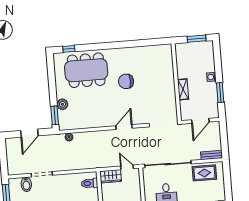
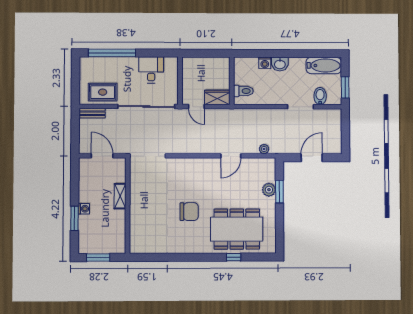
window: (69, 49) -> (234, 257), moved
window: (220, 93) -> (75, 218), moved
window: (55, 115) -> (279, 192), moved
door: (200, 121) -> (102, 156), hinge flipped
door: (124, 127) -> (231, 156), moved

